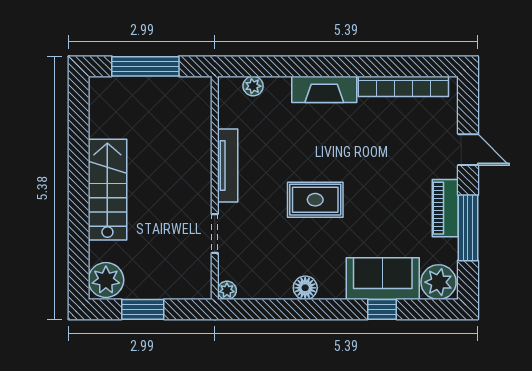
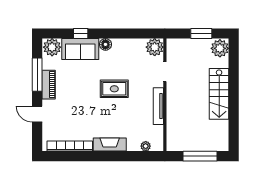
floor lamp: (305, 288) -> (105, 44), moved
plant: (227, 290) -> (155, 47), width x1.88, depth x1.88

